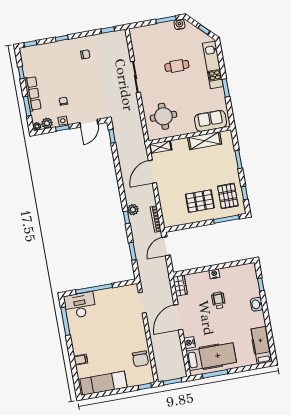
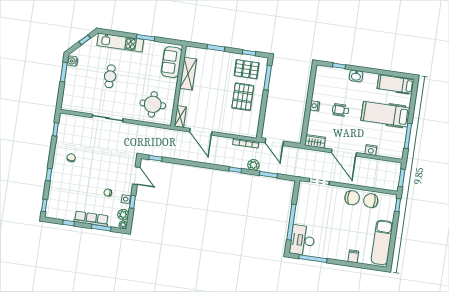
plant: (133, 210) -> (253, 165), moved
chair: (137, 340) -> (352, 198), added
hospital bed: (211, 357) -> (385, 114), moved, turned -90
chair: (140, 359) -> (371, 201), turned 180

